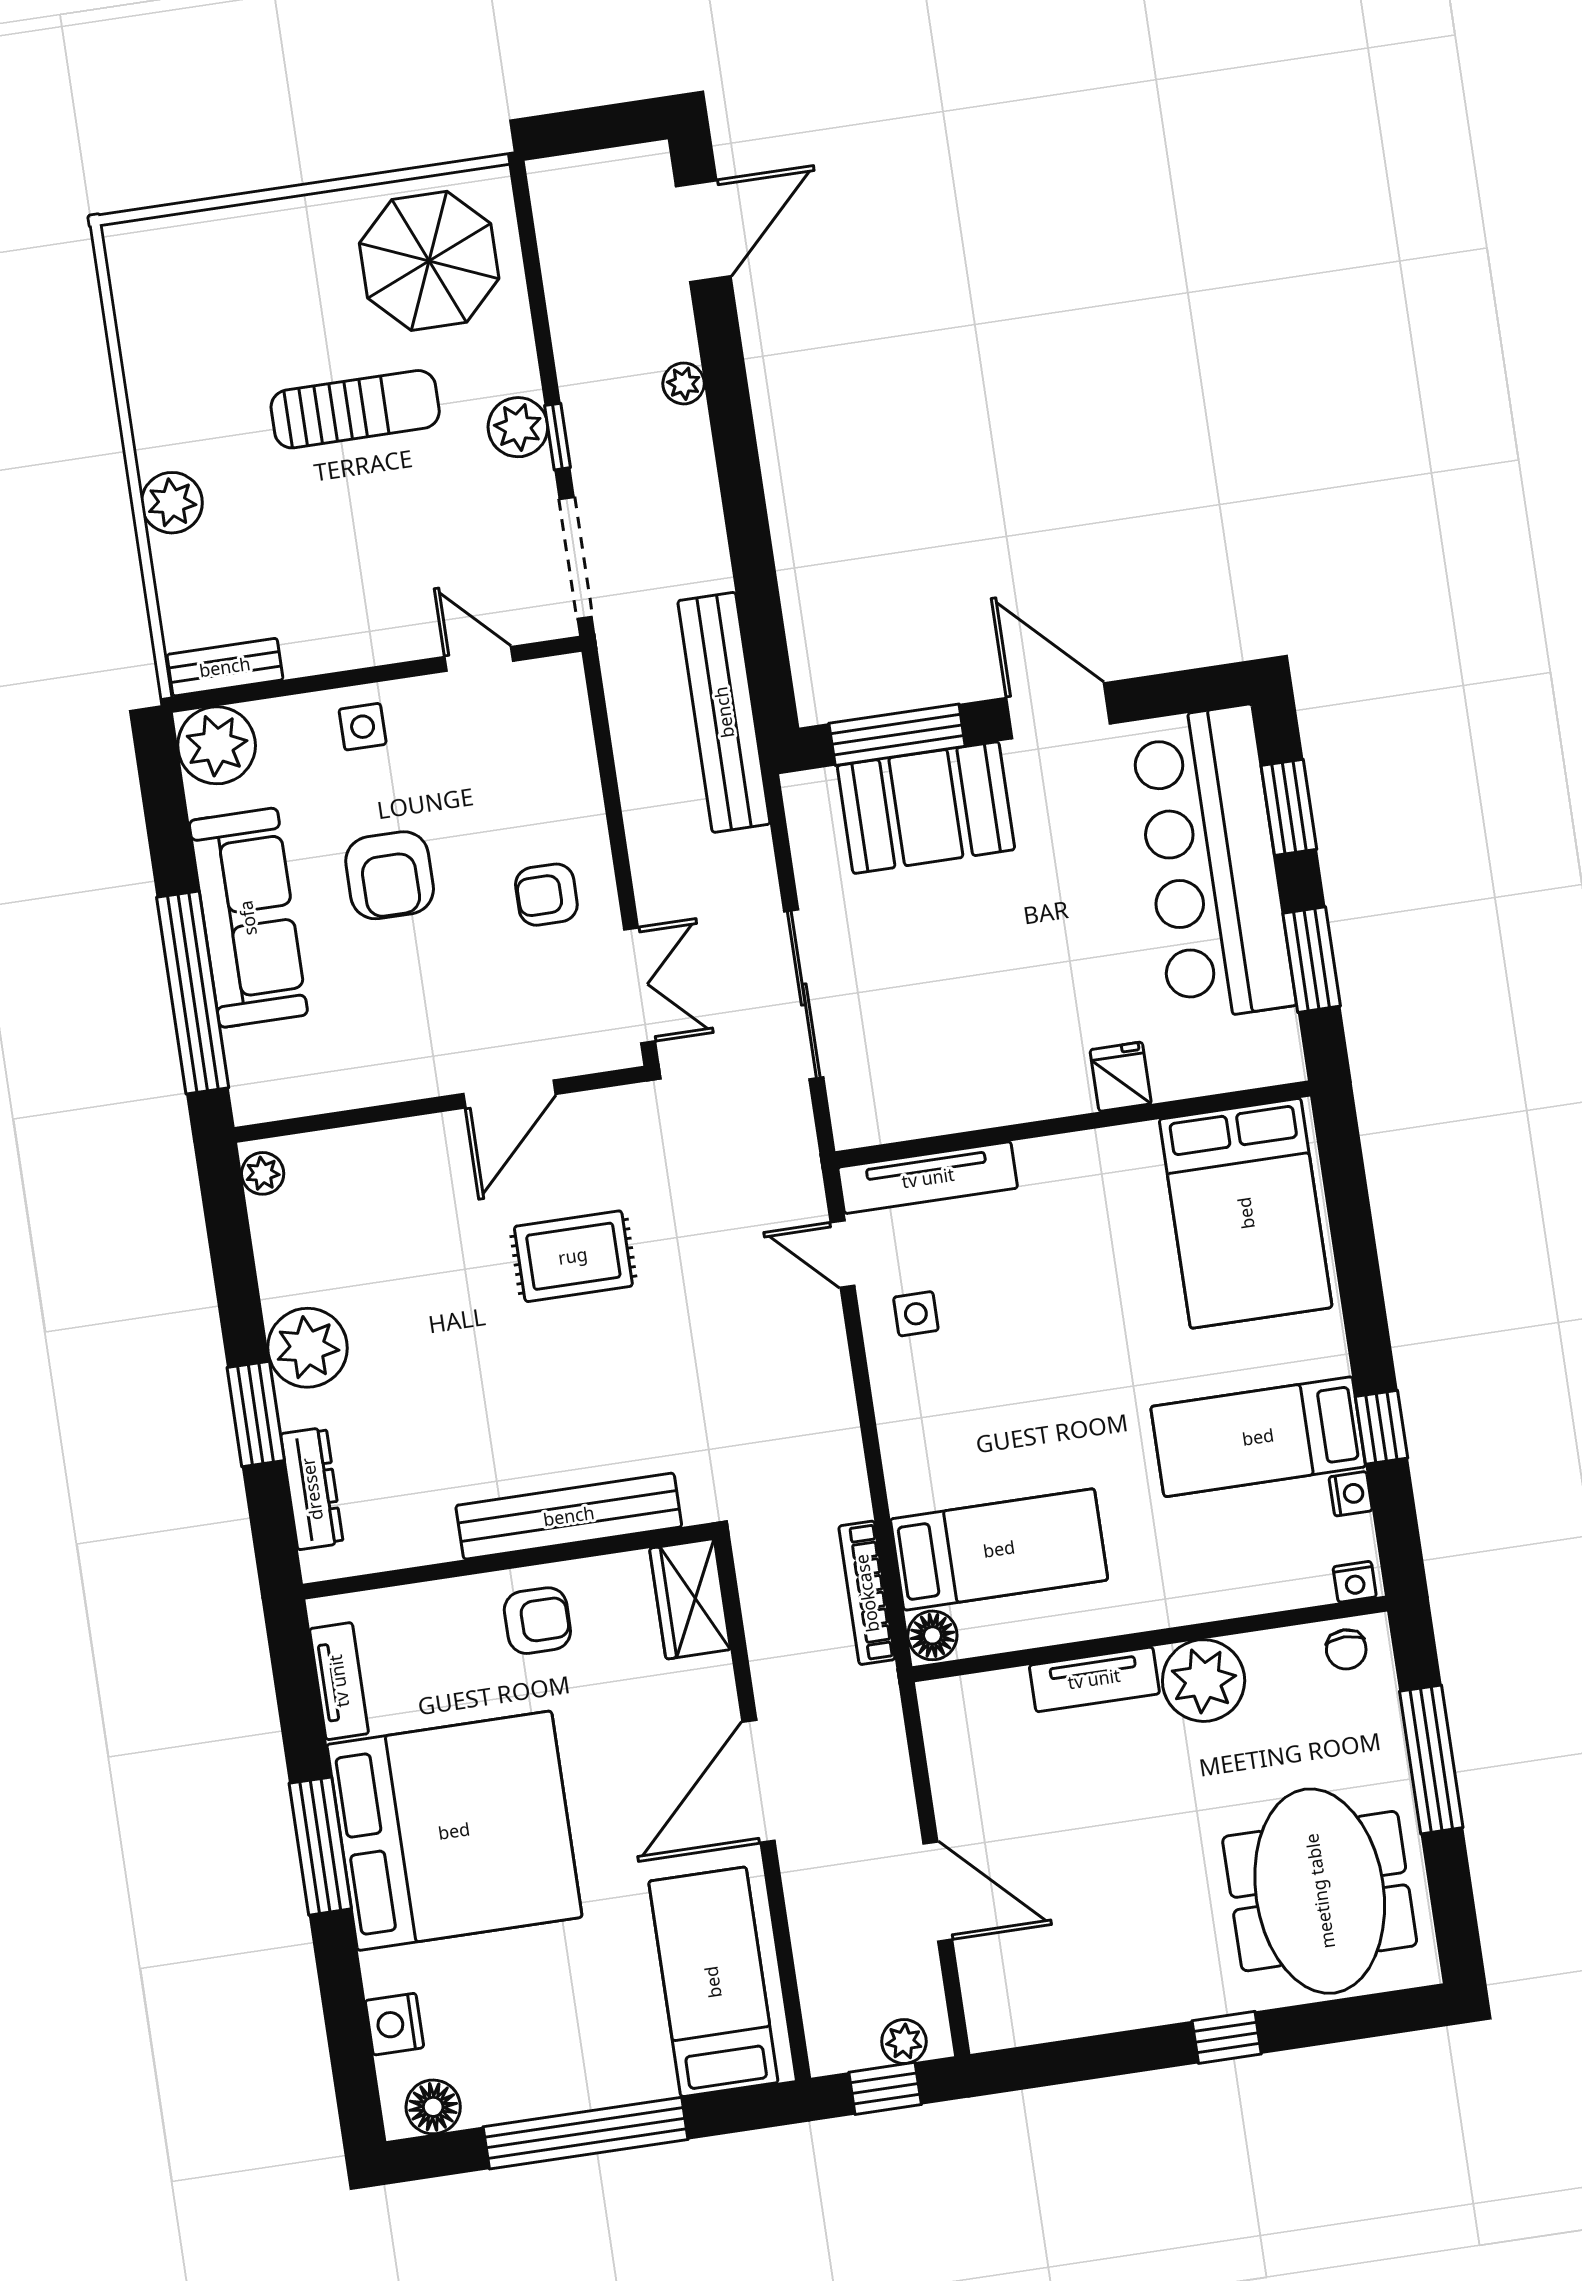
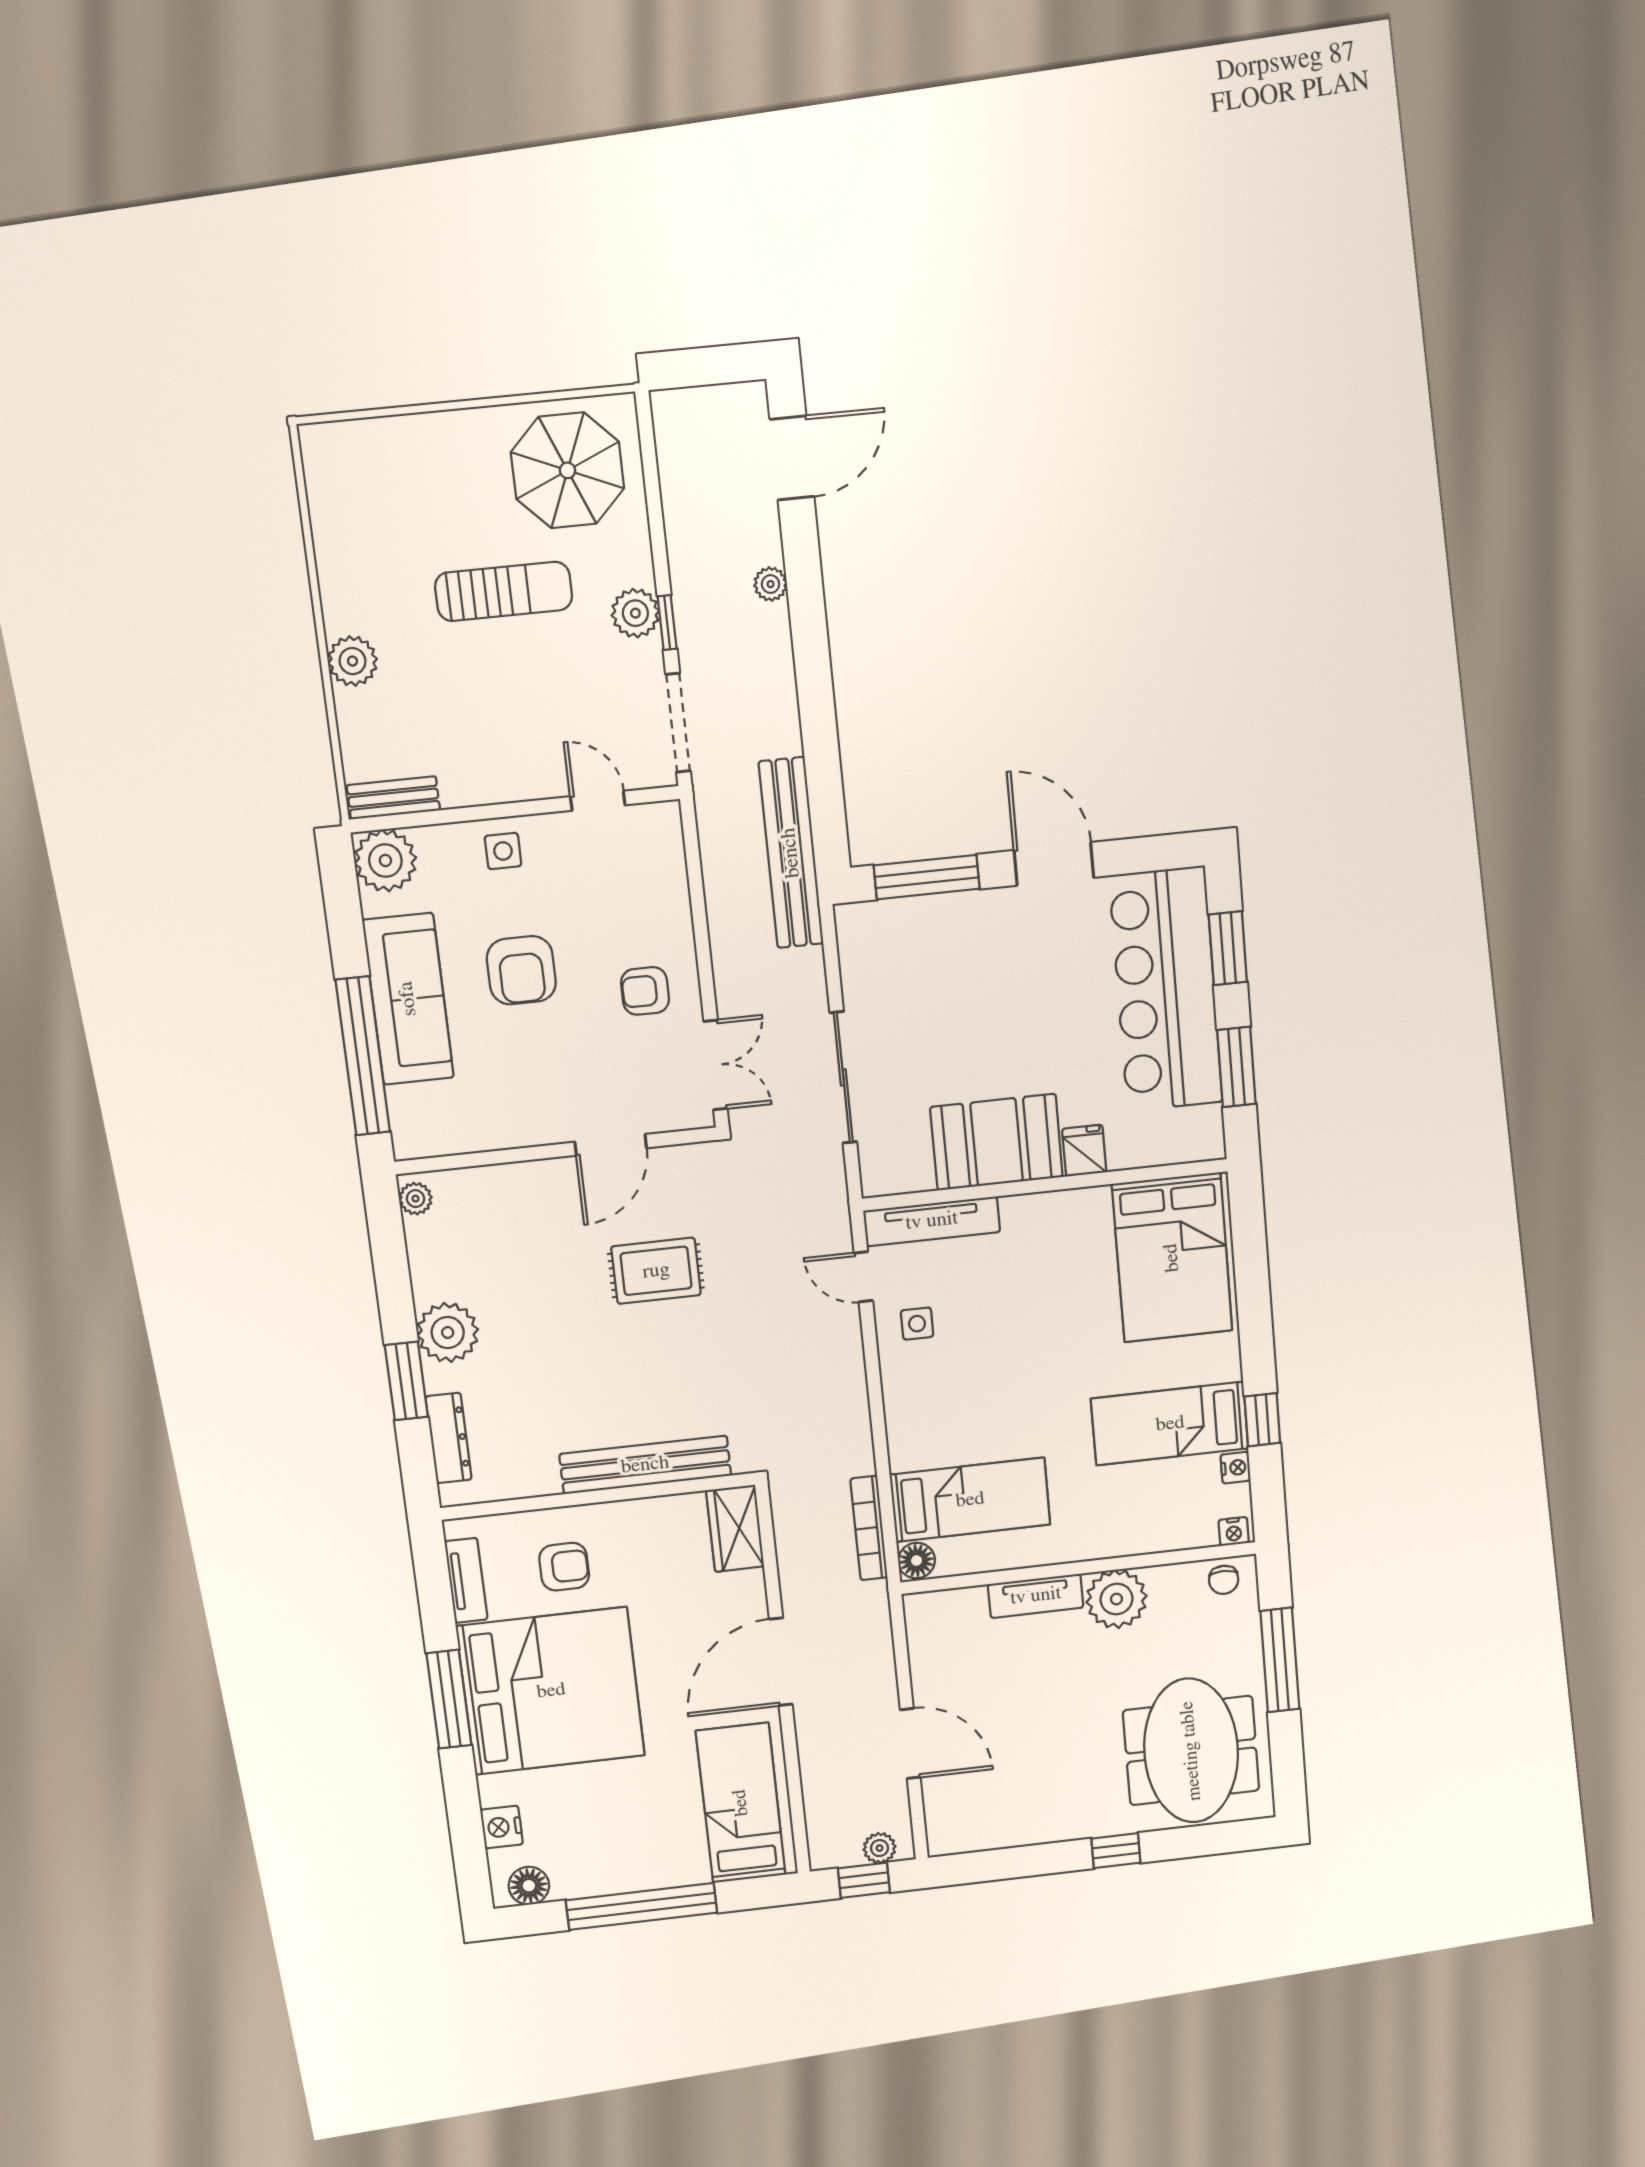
booth: (926, 808) -> (997, 1142), moved
armchair: (537, 1621) -> (564, 1567), moved

